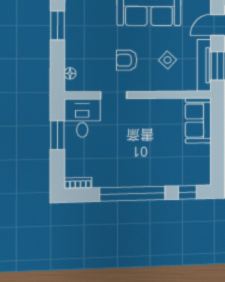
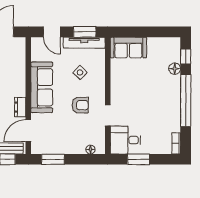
armchair: (127, 60) -> (80, 105), turned -90
floor lamp: (172, 179) -> (175, 69), added

